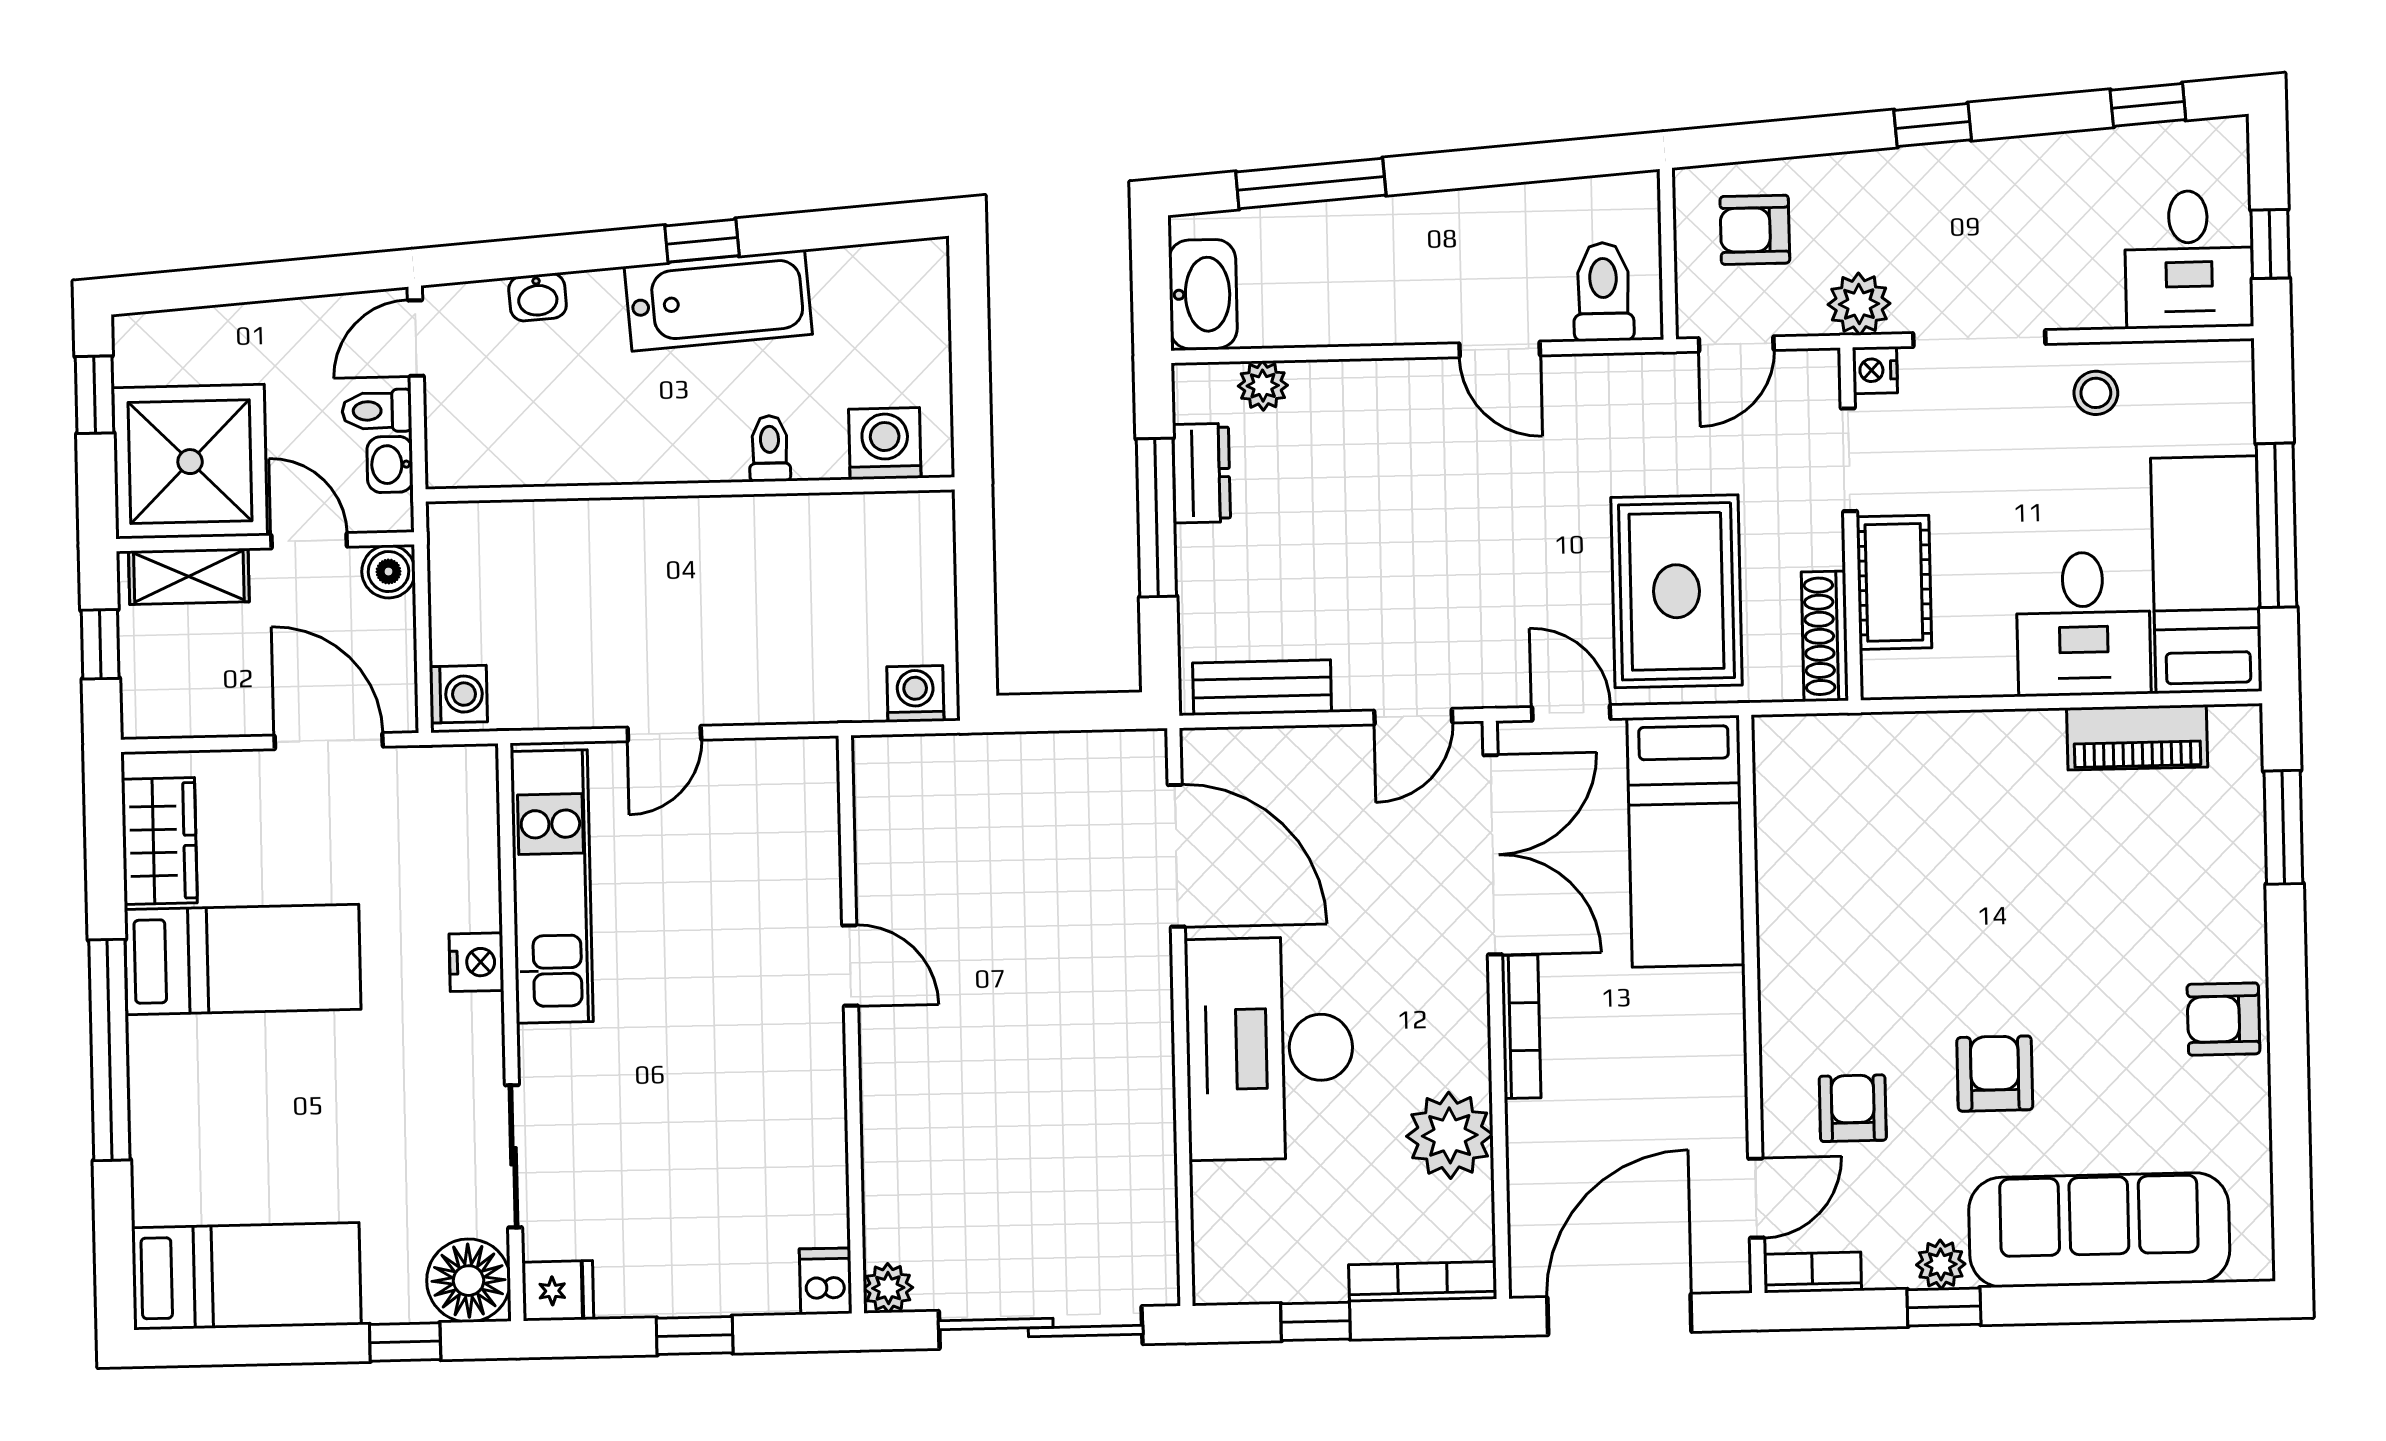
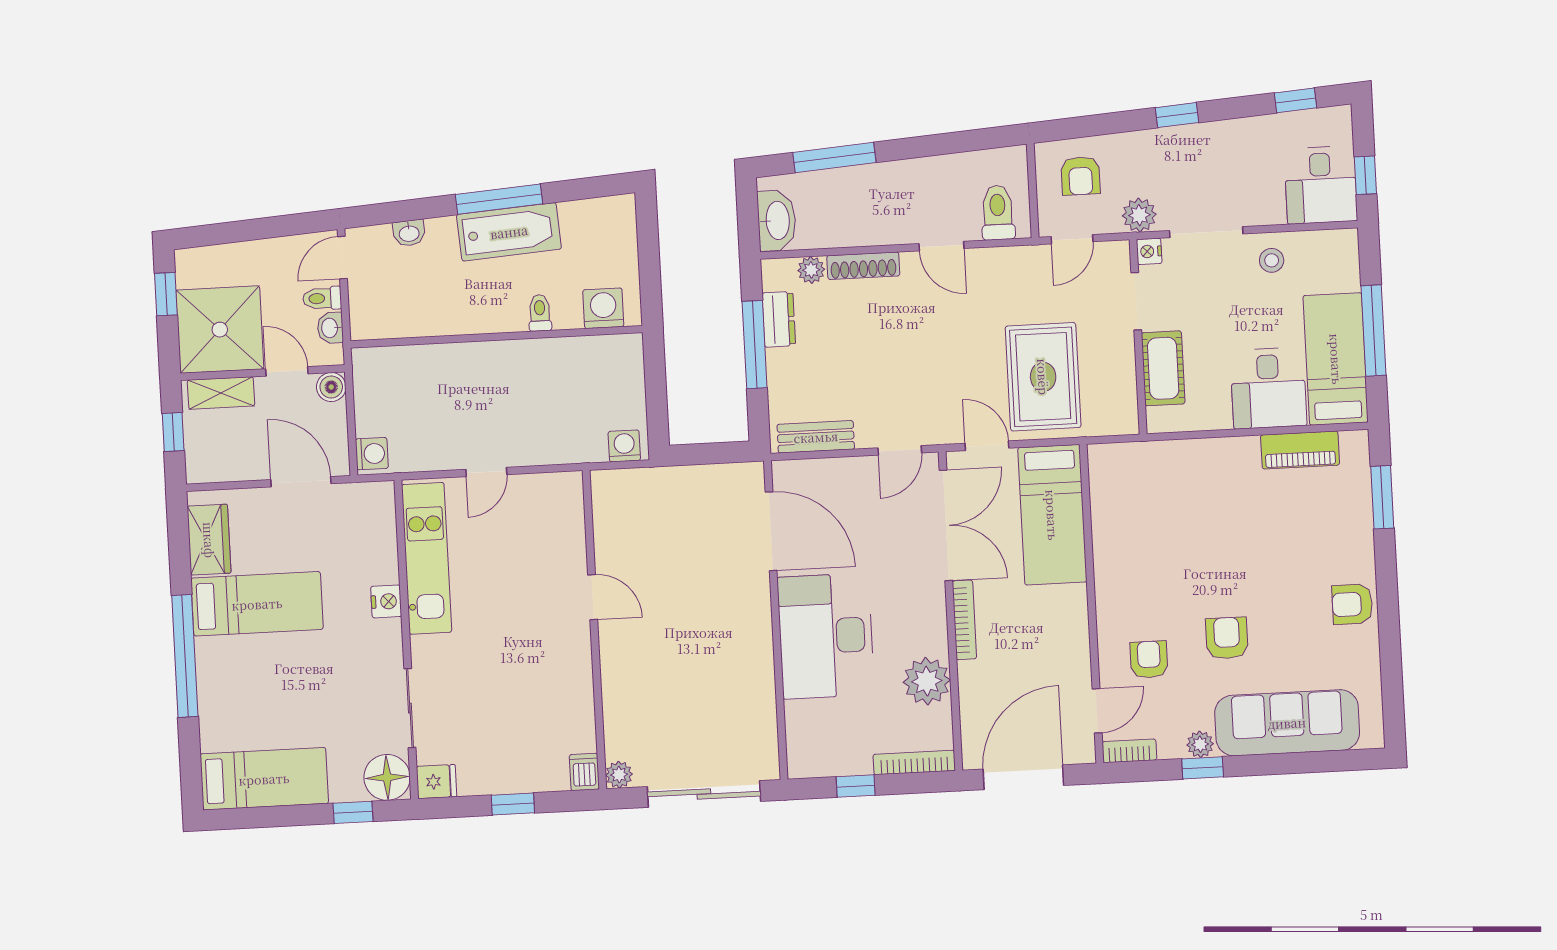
armchair: (1755, 230) -> (1080, 176), turned -90
window: (702, 241) -> (499, 199), width x2.17
shoe rack: (1825, 636) -> (863, 266), moved, turned -90

